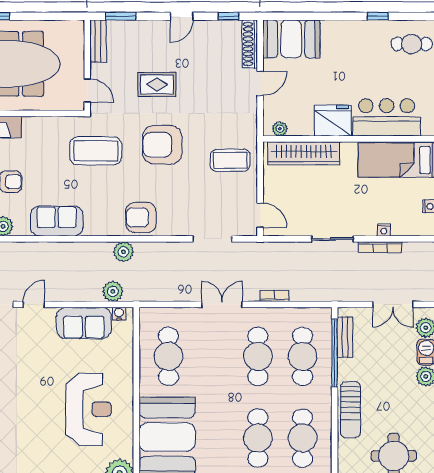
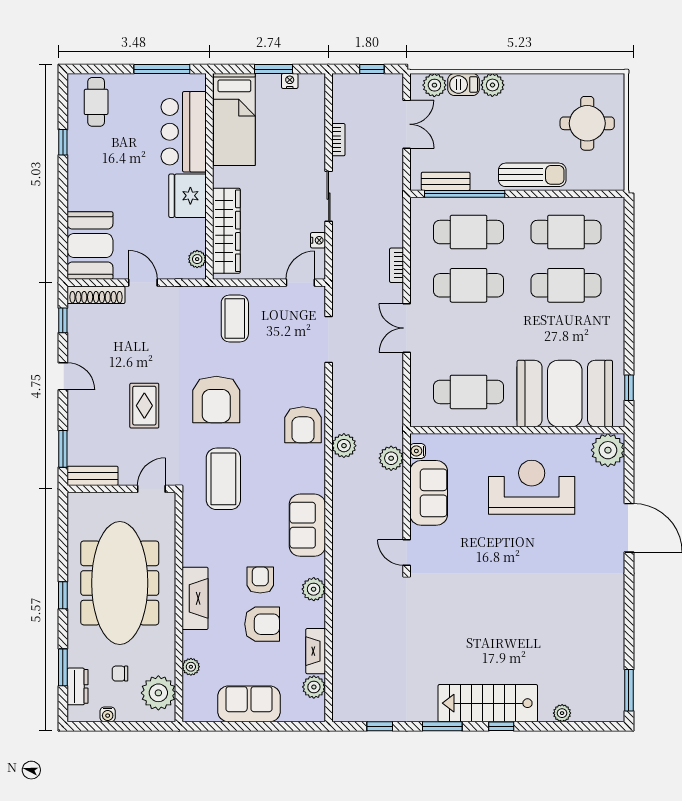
nightstand: (384, 230) -> (318, 240), moved
bookcase: (380, 247) -> (338, 140), width x0.64

